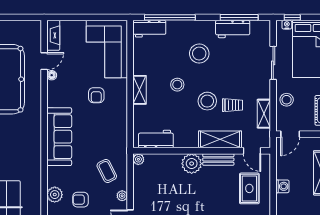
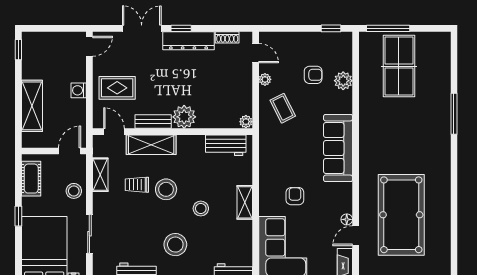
rug: (249, 188) -> (117, 88), turned 90

